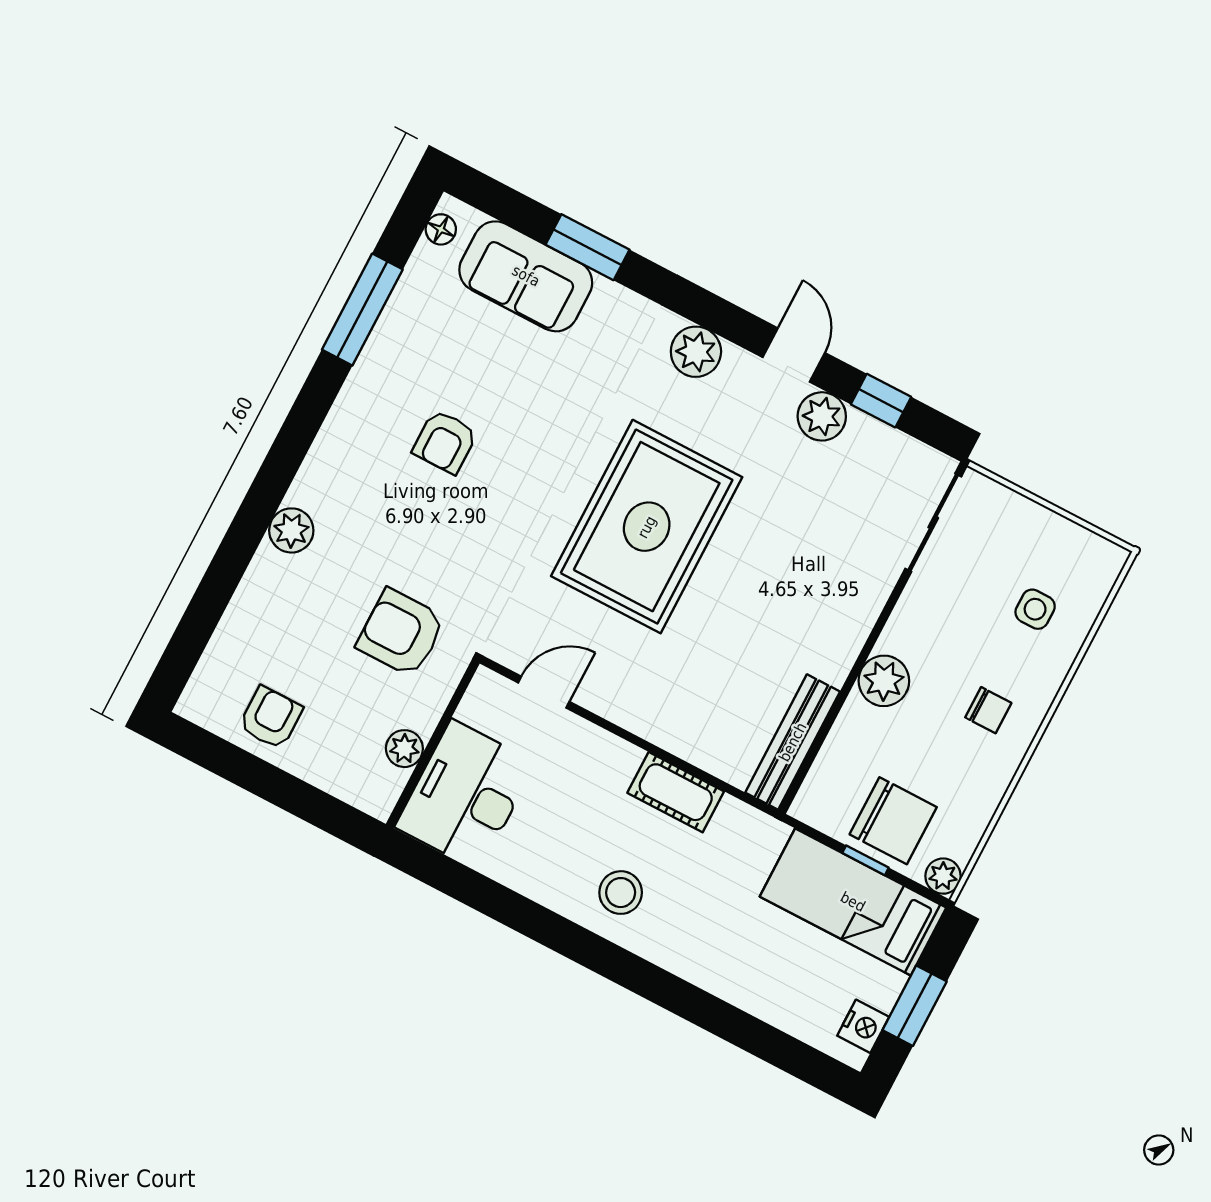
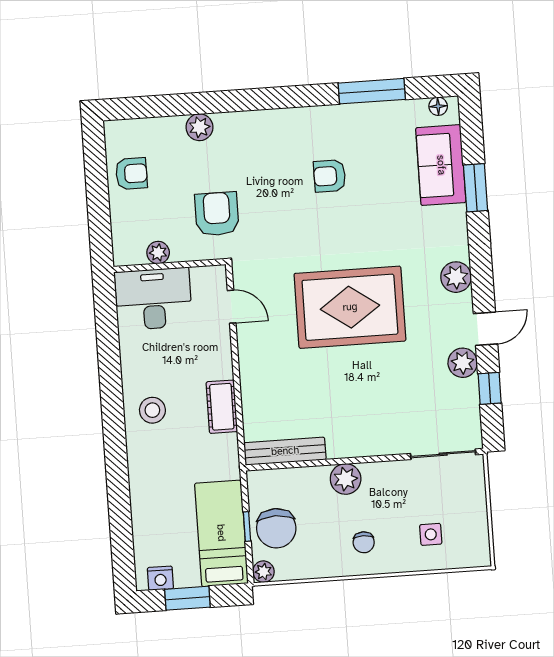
plant: (291, 530) -> (199, 127), moved

